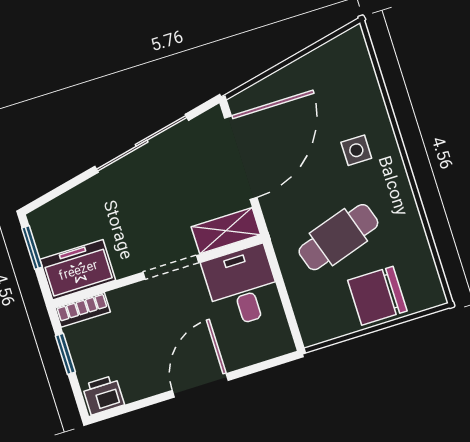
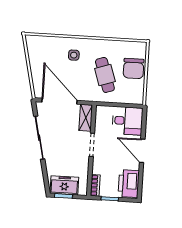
freezer: (78, 270) -> (64, 185), moved, turned 90
desk: (242, 286) -> (127, 121), moved, turned 180
printer: (103, 395) -> (129, 184), width x1.87, depth x1.48

